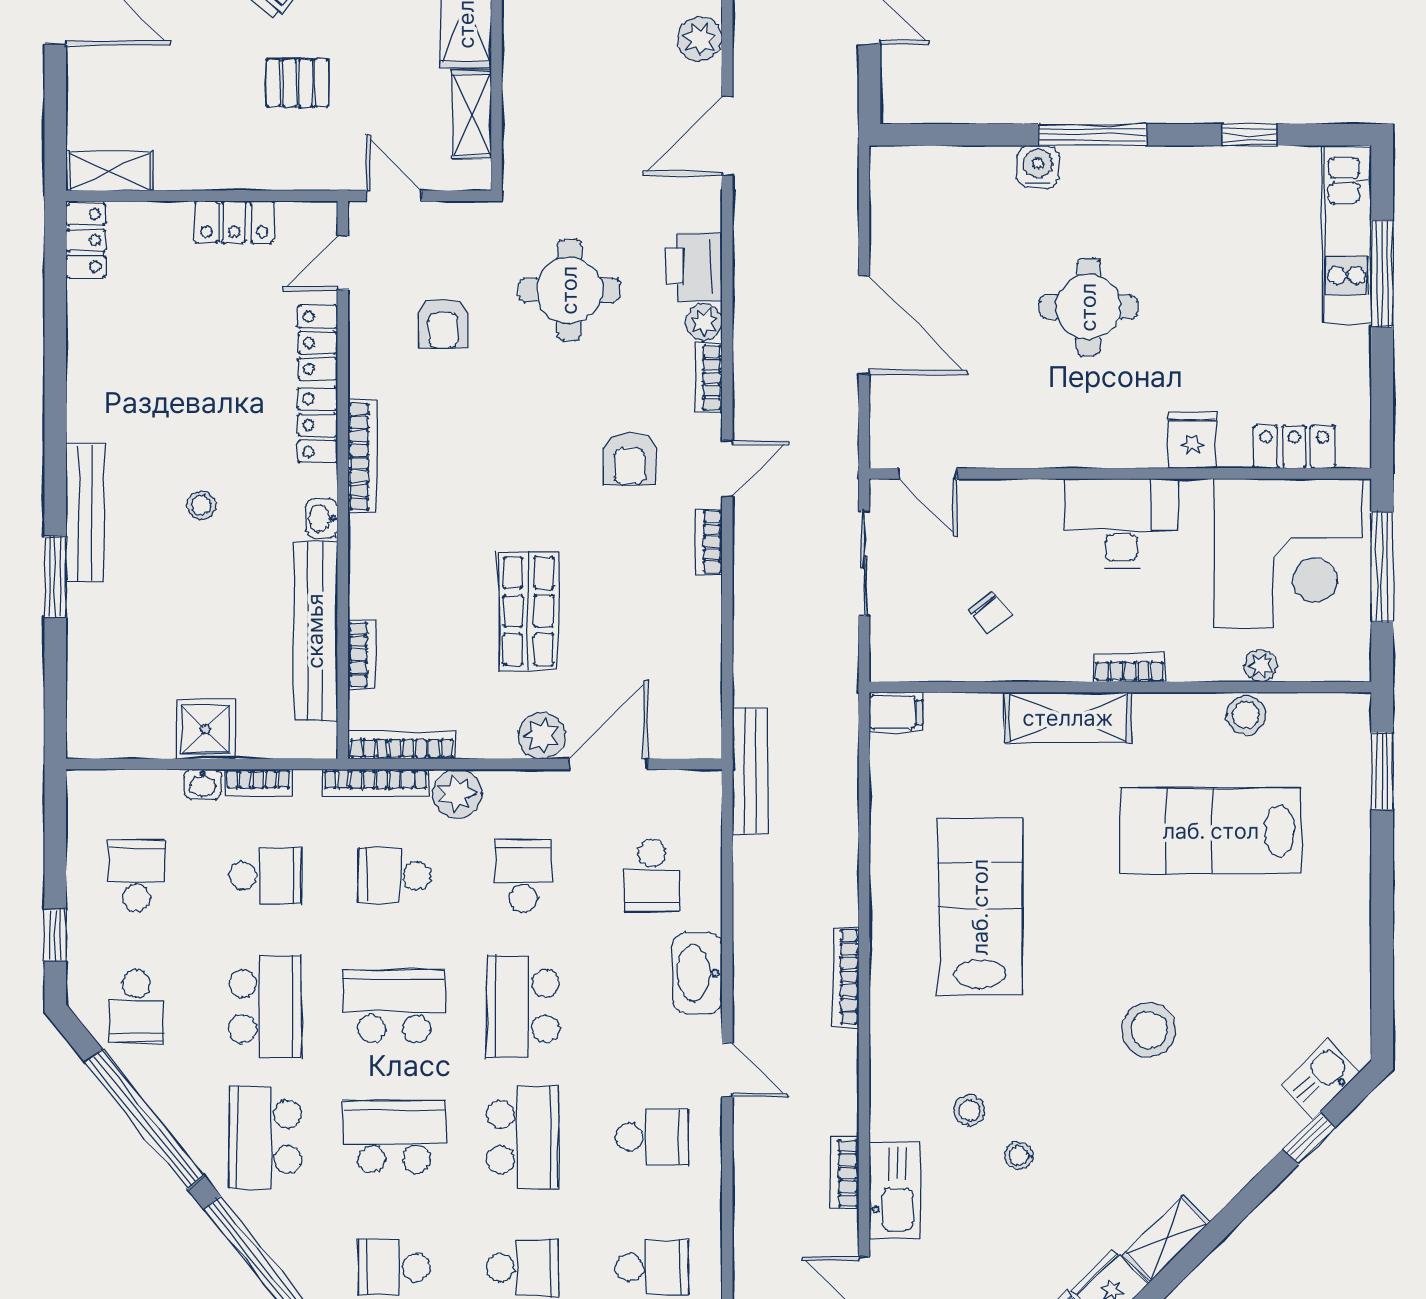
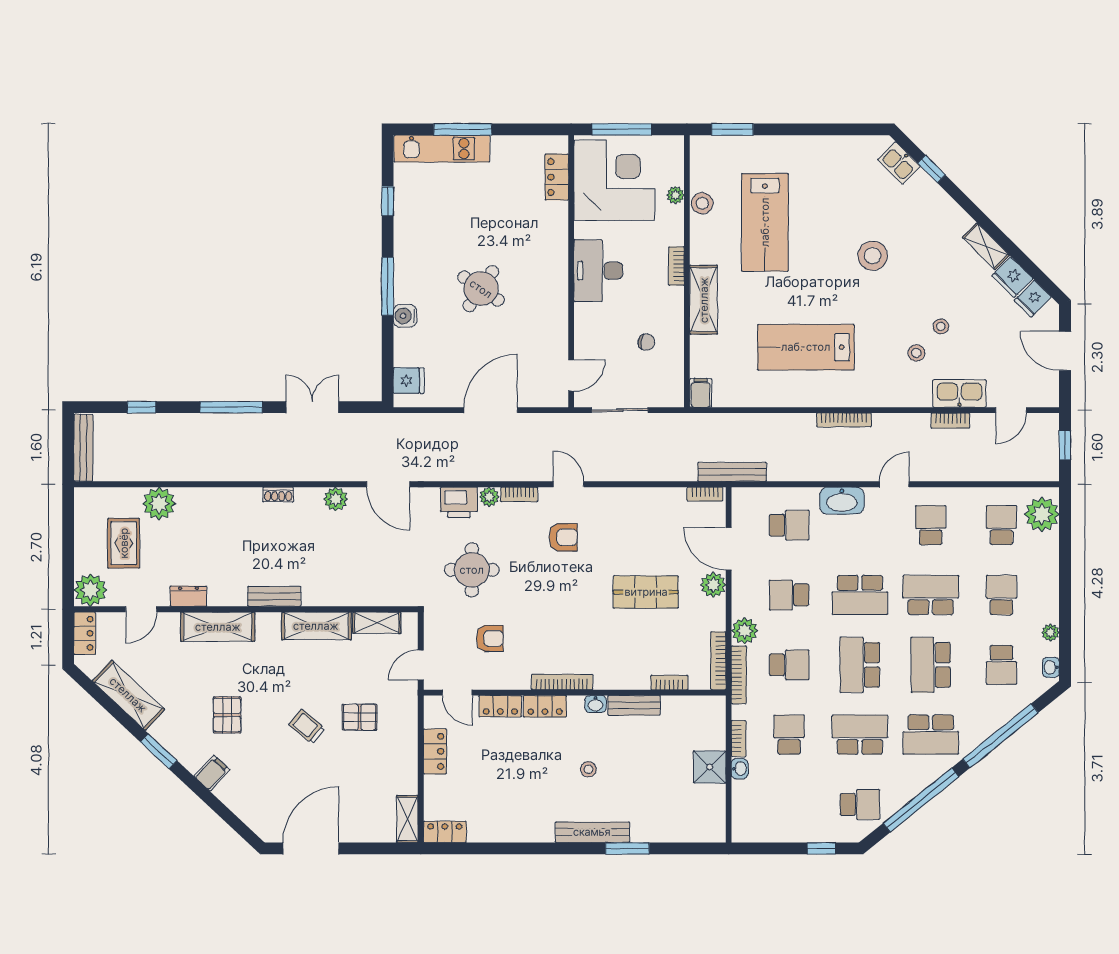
pallet: (298, 83) -> (360, 717), turned 90
round table: (1088, 307) -> (481, 289), turned 34
fridge: (1192, 440) -> (409, 381), moved, turned 180
bookcase: (709, 542) -> (705, 494), moved
chair: (990, 612) -> (646, 342), turned 46
bench: (315, 631) -> (634, 705), width x0.54, depth x0.82
school desk: (136, 876) -> (789, 804), removed
school desk: (394, 876) -> (789, 665), turned -90

